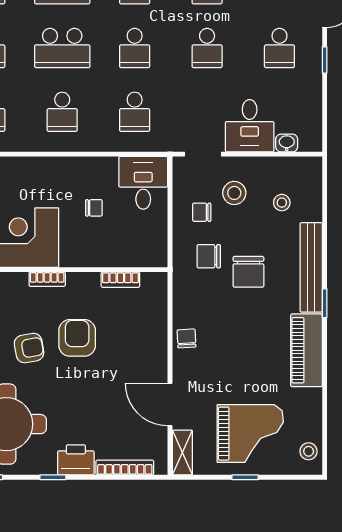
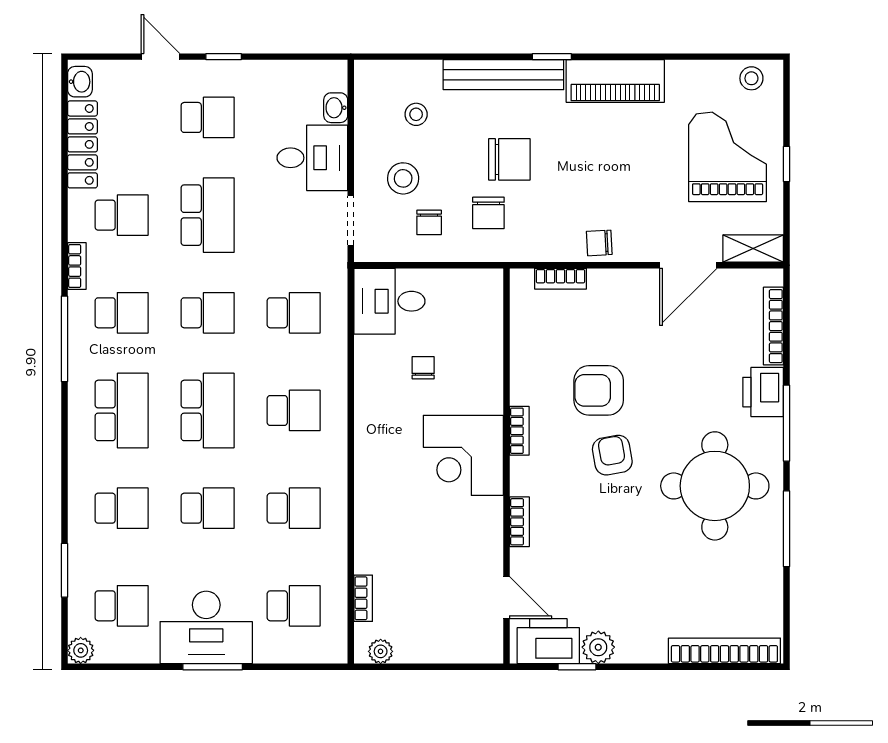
school desk: (207, 48) -> (208, 215), width x1.85
bookcase: (120, 280) -> (561, 279), moved, turned 90
window: (53, 477) -> (787, 423), width x2.17

